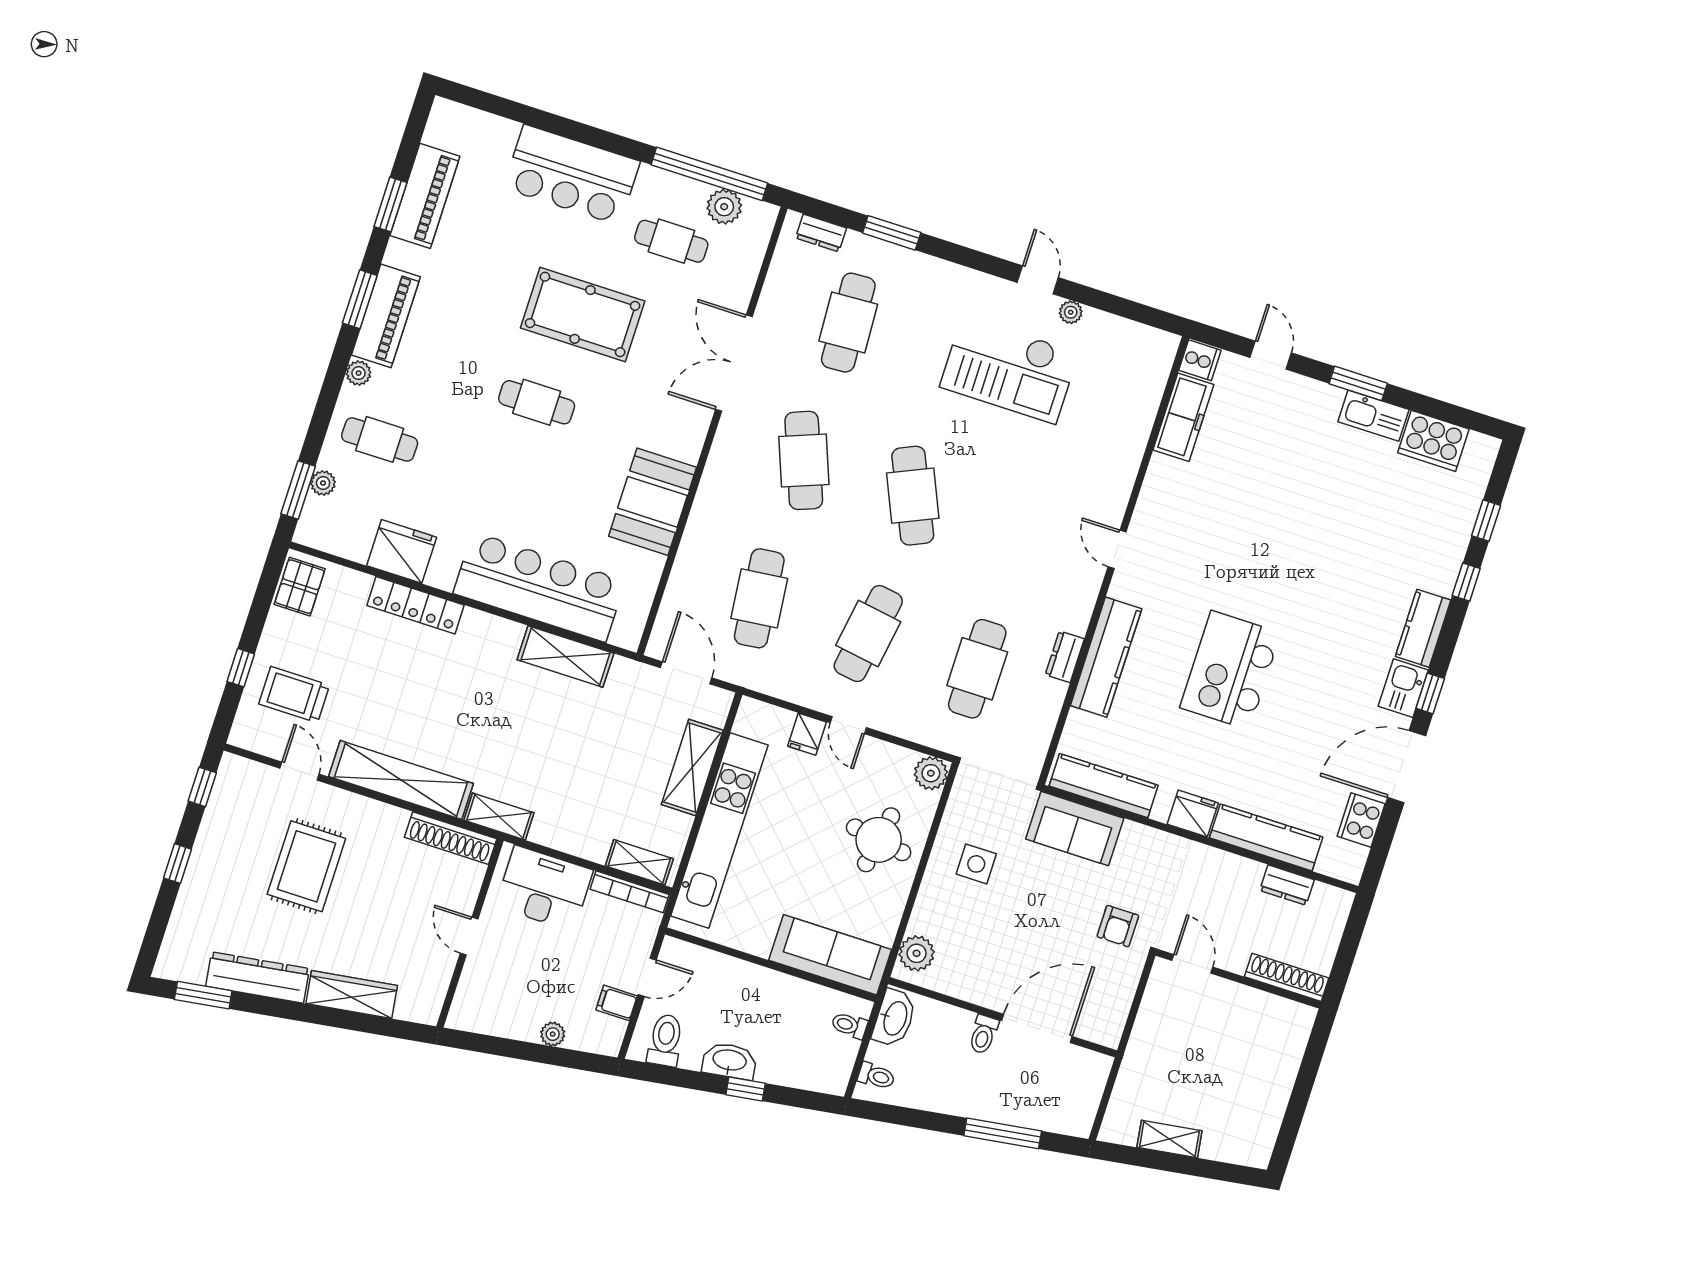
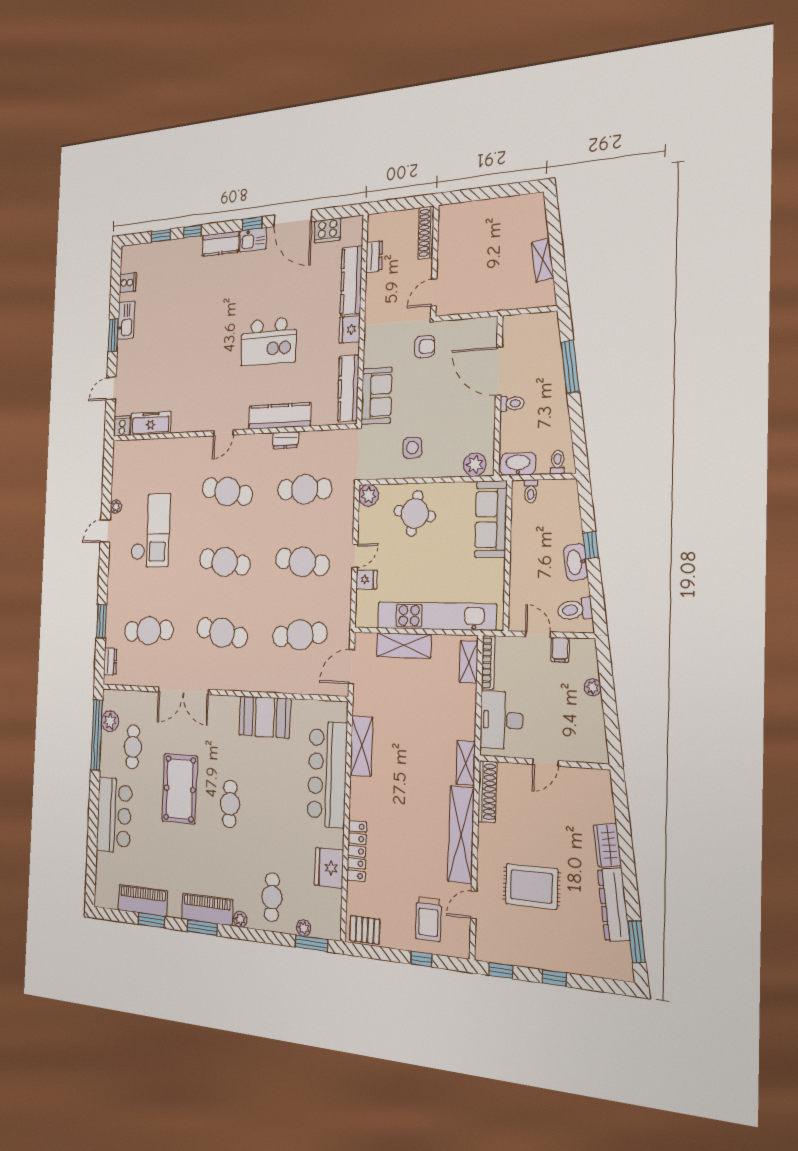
cooker: (1433, 441) -> (128, 283), width x0.53, depth x0.76
cafe table: (804, 460) -> (222, 633), turned 33
cafe table: (913, 496) -> (225, 562), turned 33
cafe table: (1022, 531) -> (227, 491), added
wardrobe: (352, 995) -> (607, 845), width x0.67

